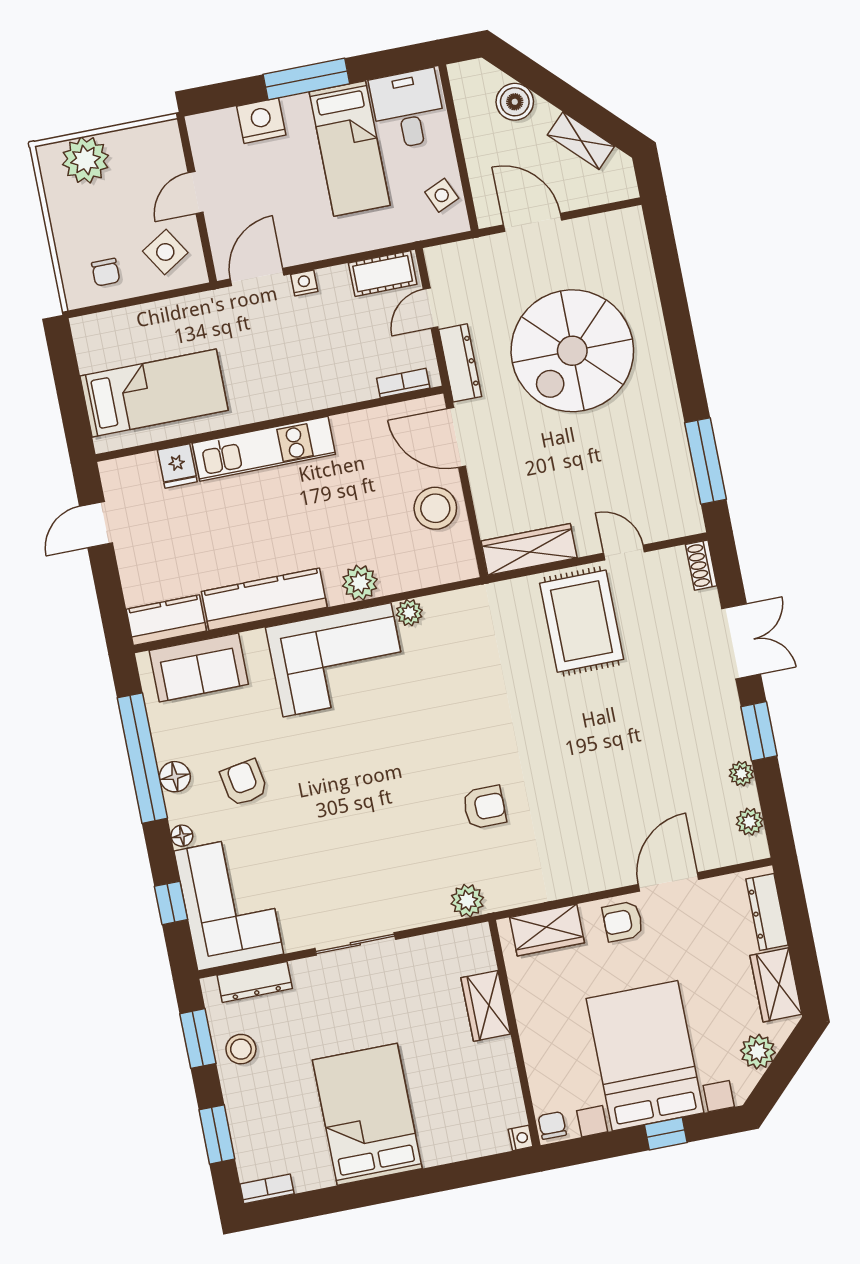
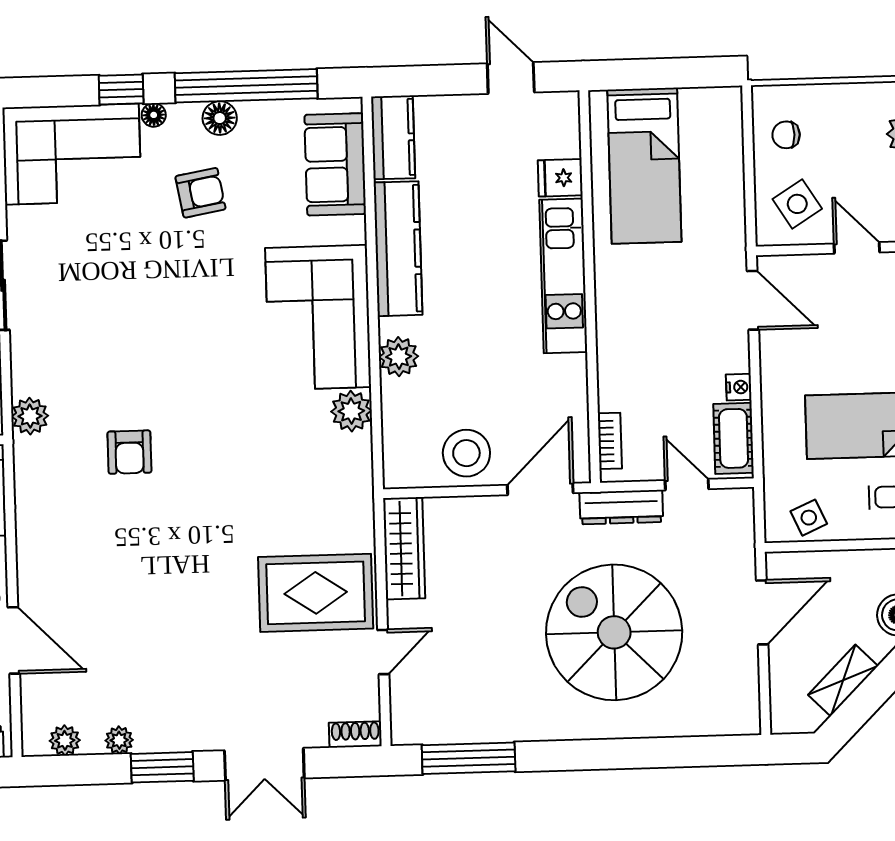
nightstand: (304, 283) -> (739, 387), moved
plant: (409, 613) -> (351, 411), width x1.38, depth x1.38
window: (171, 903) -> (121, 89), moved

